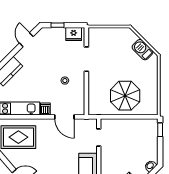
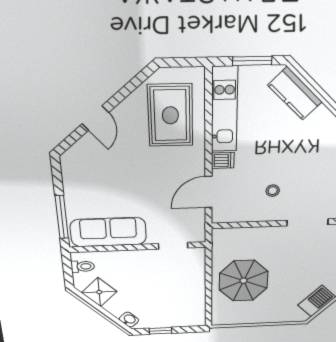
window: (160, 130) -> (161, 331), moved

